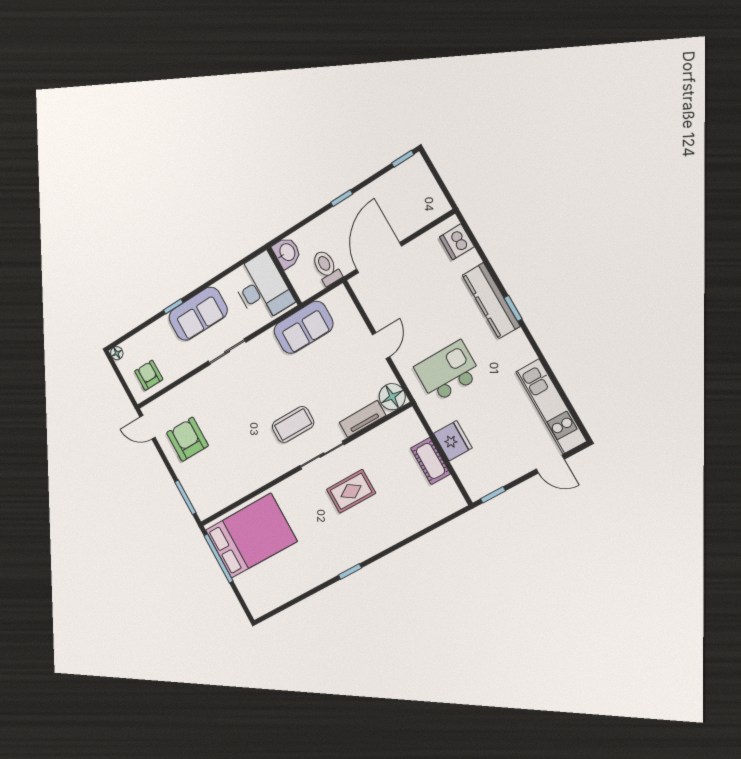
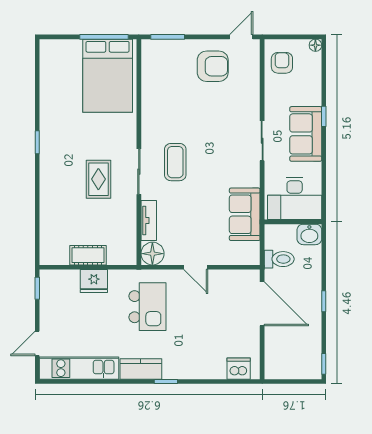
kitchen counter: (491, 301) -> (141, 369), moved, width x0.67
armchair: (149, 375) -> (282, 63), turned -90

